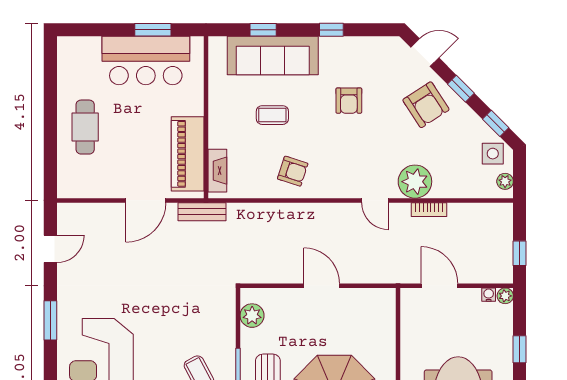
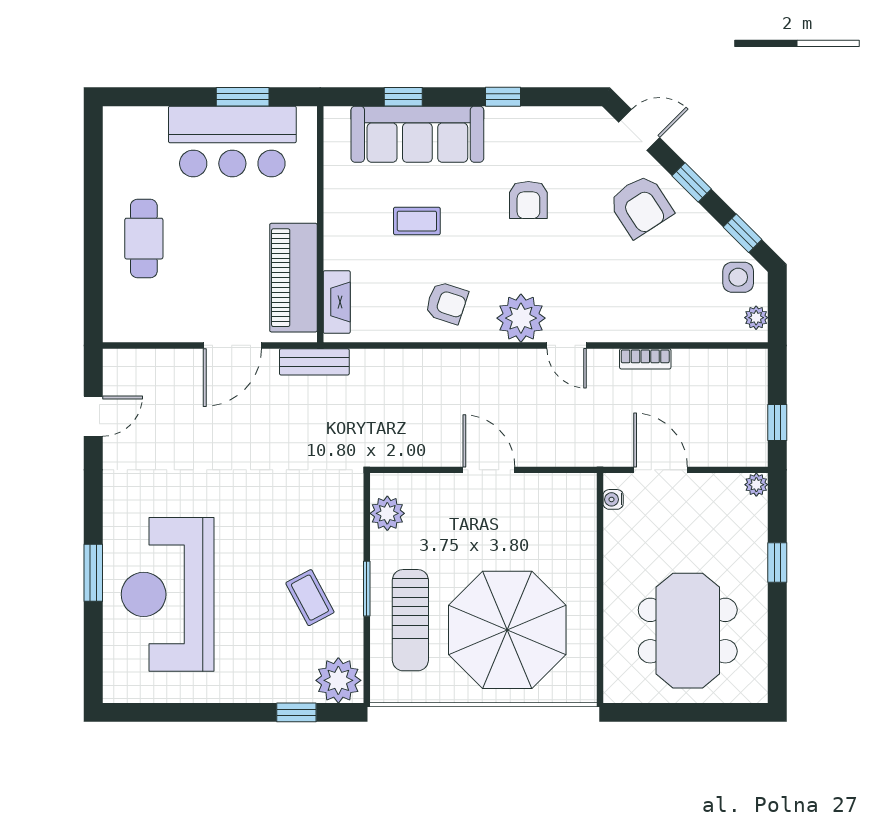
plant: (415, 182) -> (521, 318), moved
water cooler: (489, 295) -> (613, 499), moved, turned -90
window: (50, 320) -> (93, 573), moved

